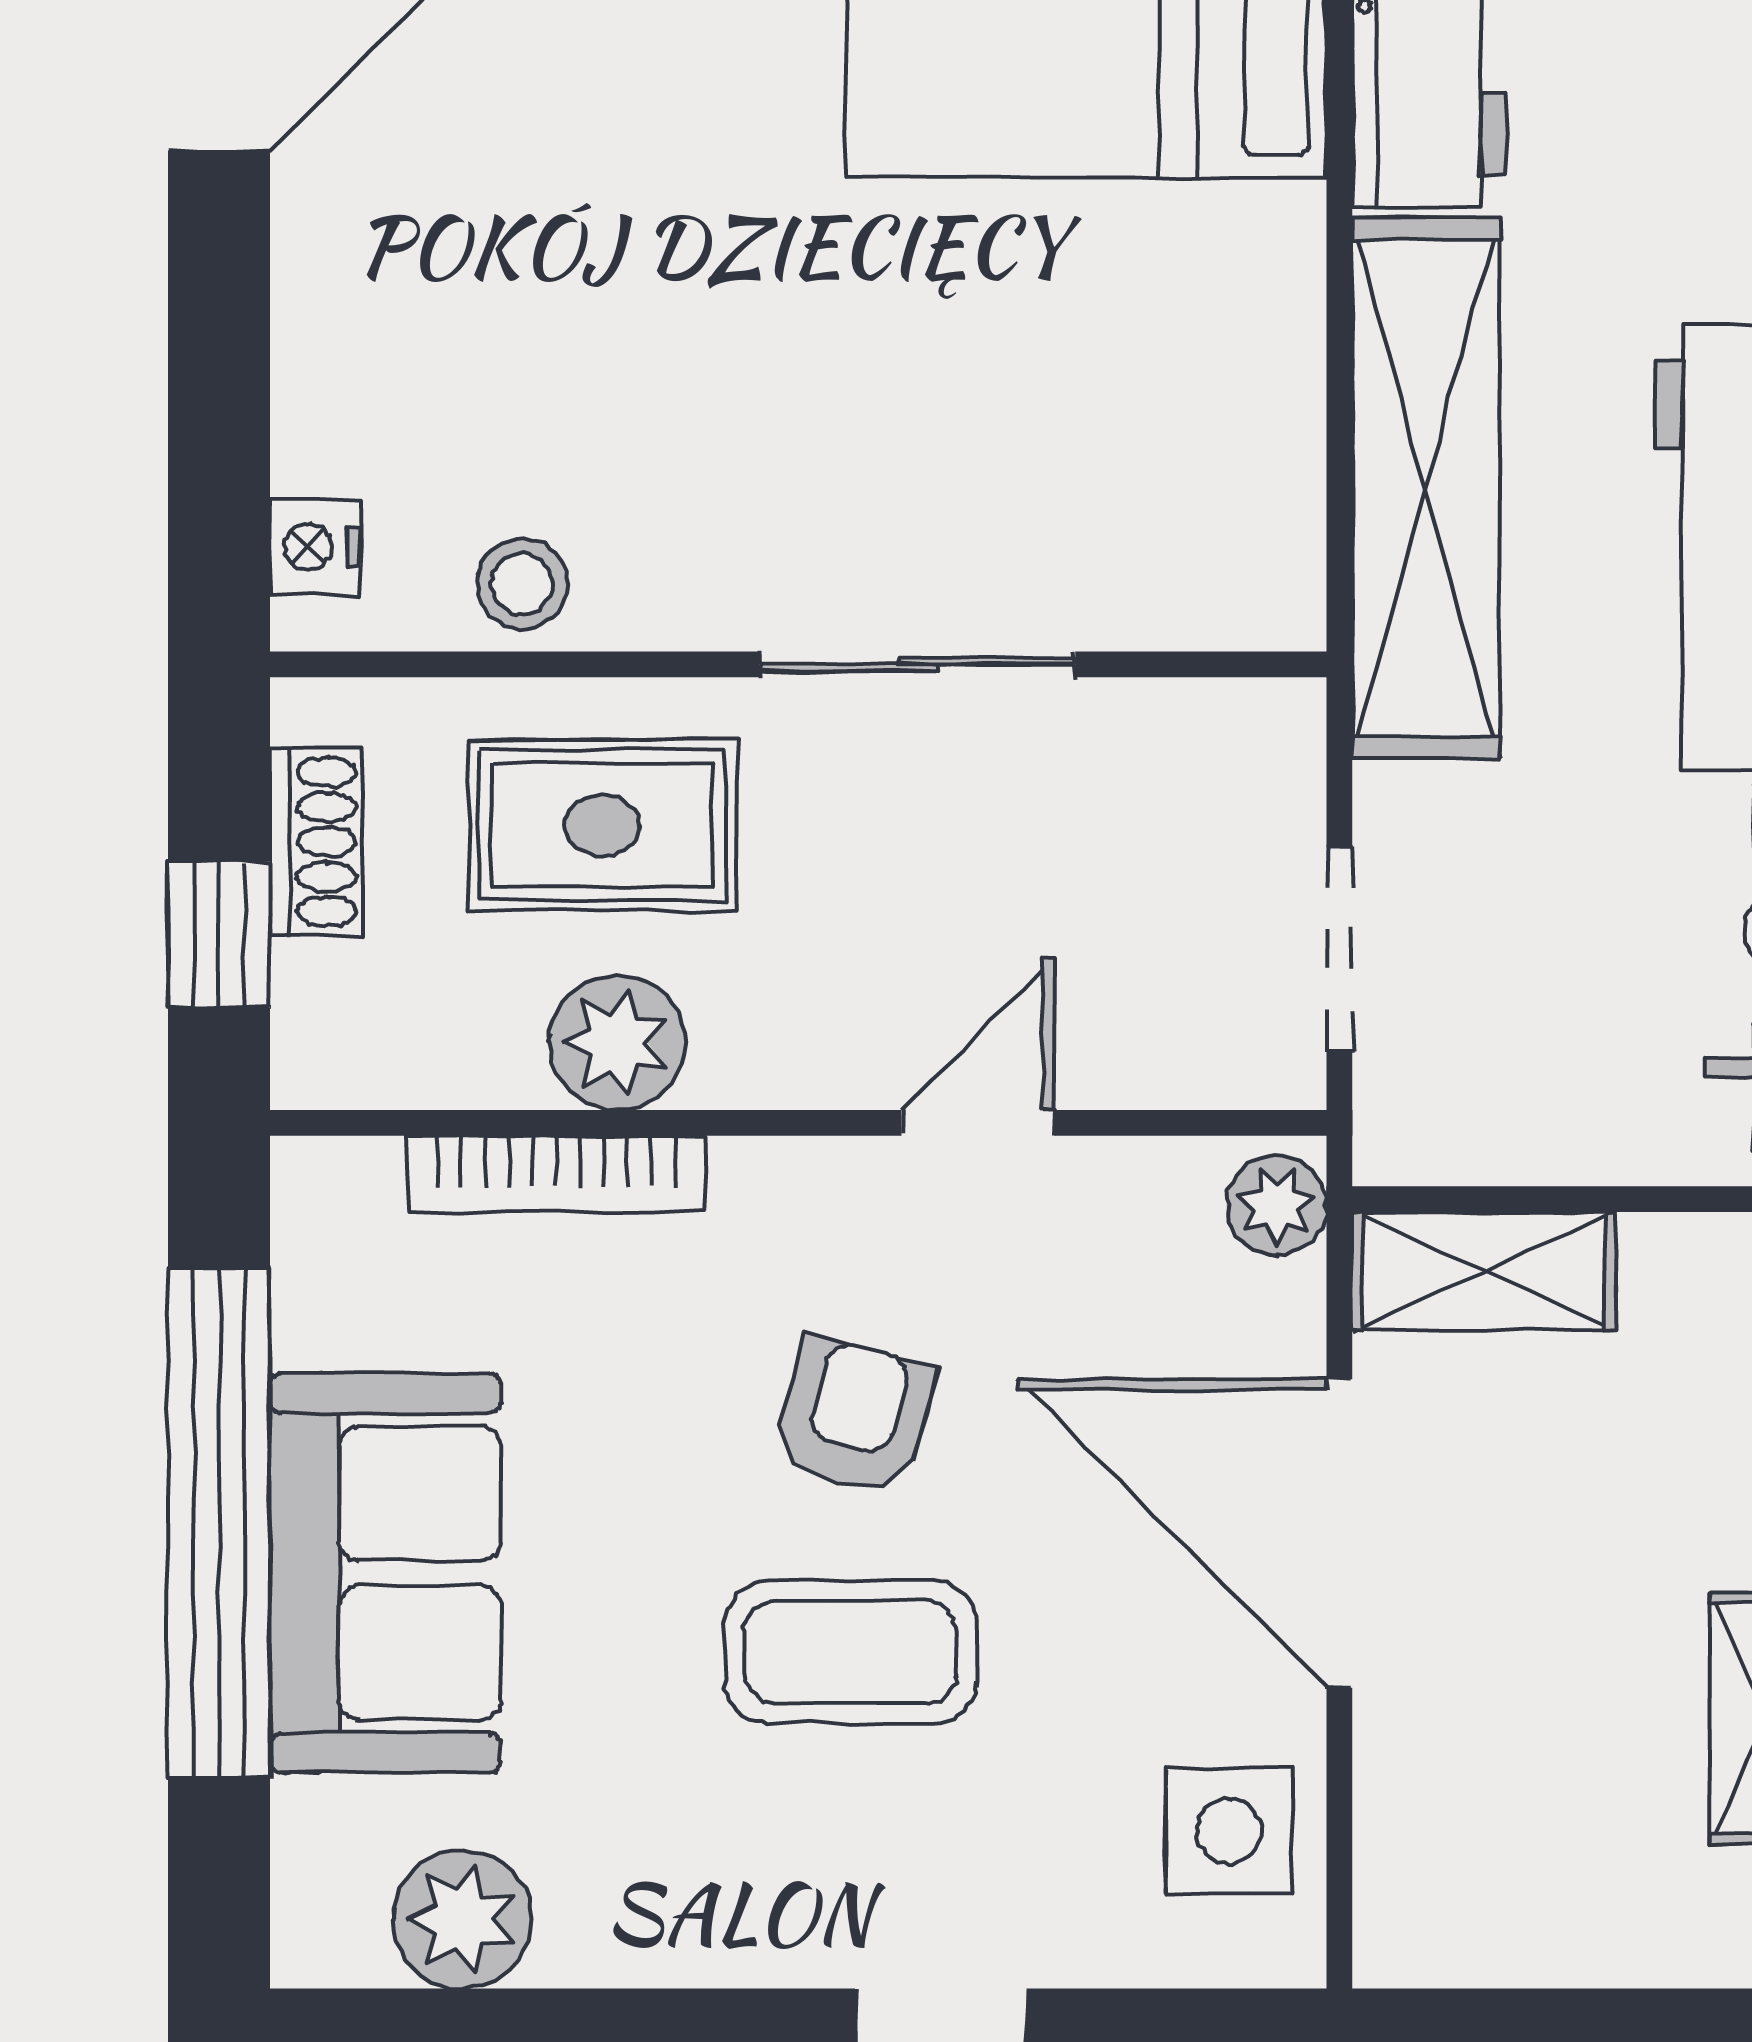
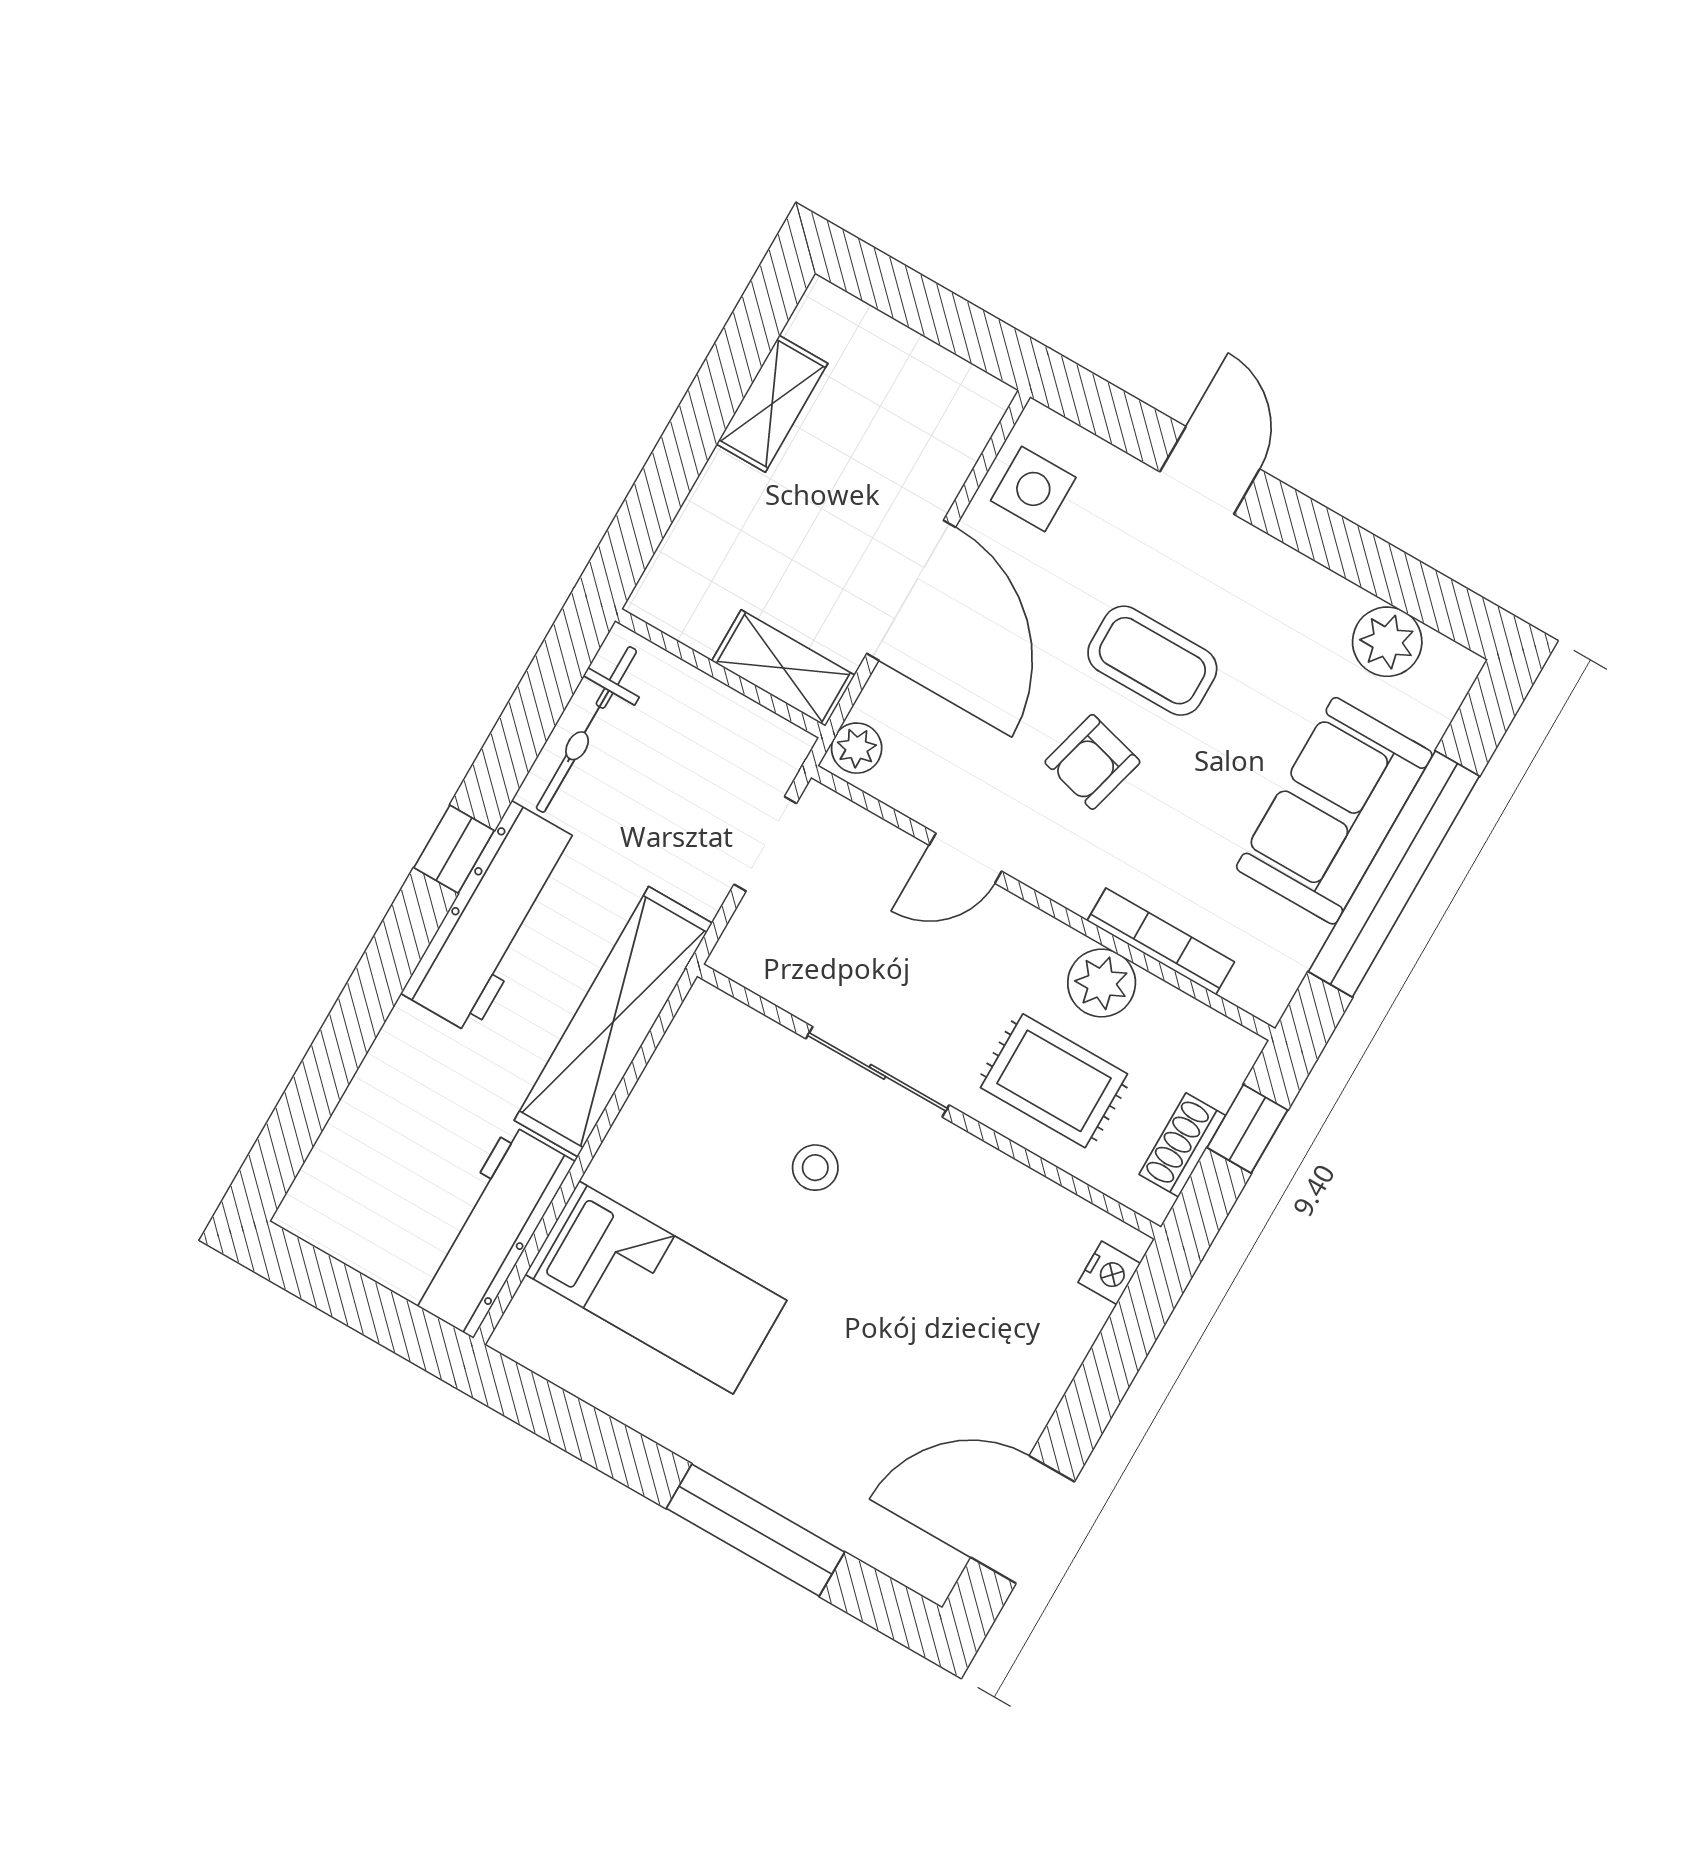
stool: (522, 584) -> (815, 1168), moved

